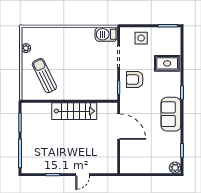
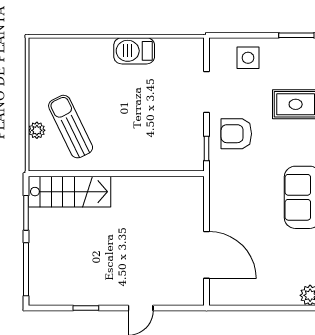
barbecue: (106, 34) -> (134, 51), moved
plant: (26, 48) -> (37, 130), moved
stairs: (74, 111) -> (70, 192), moved
door: (119, 127) -> (207, 255), moved

